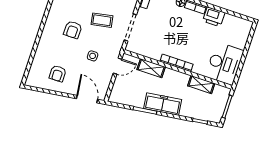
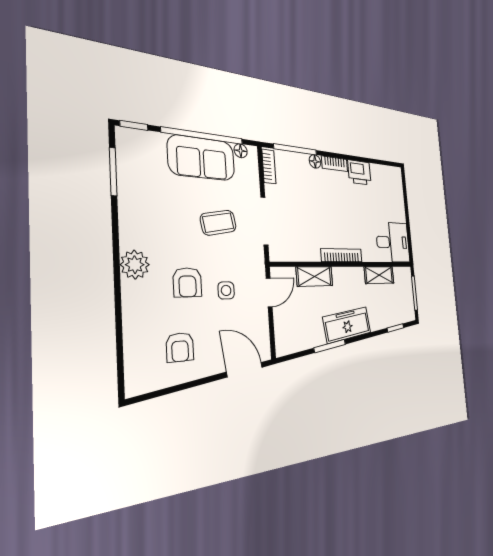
plant: (51, 27) -> (135, 265), added
armchair: (73, 30) -> (187, 282), moved
desk: (224, 64) -> (393, 242), width x0.73

